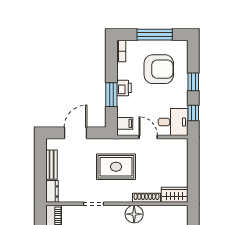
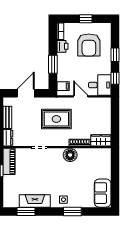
window: (155, 35) -> (86, 19), width x0.46
armchair: (159, 69) -> (89, 45), turned 90
printer: (124, 88) -> (62, 46), moved

